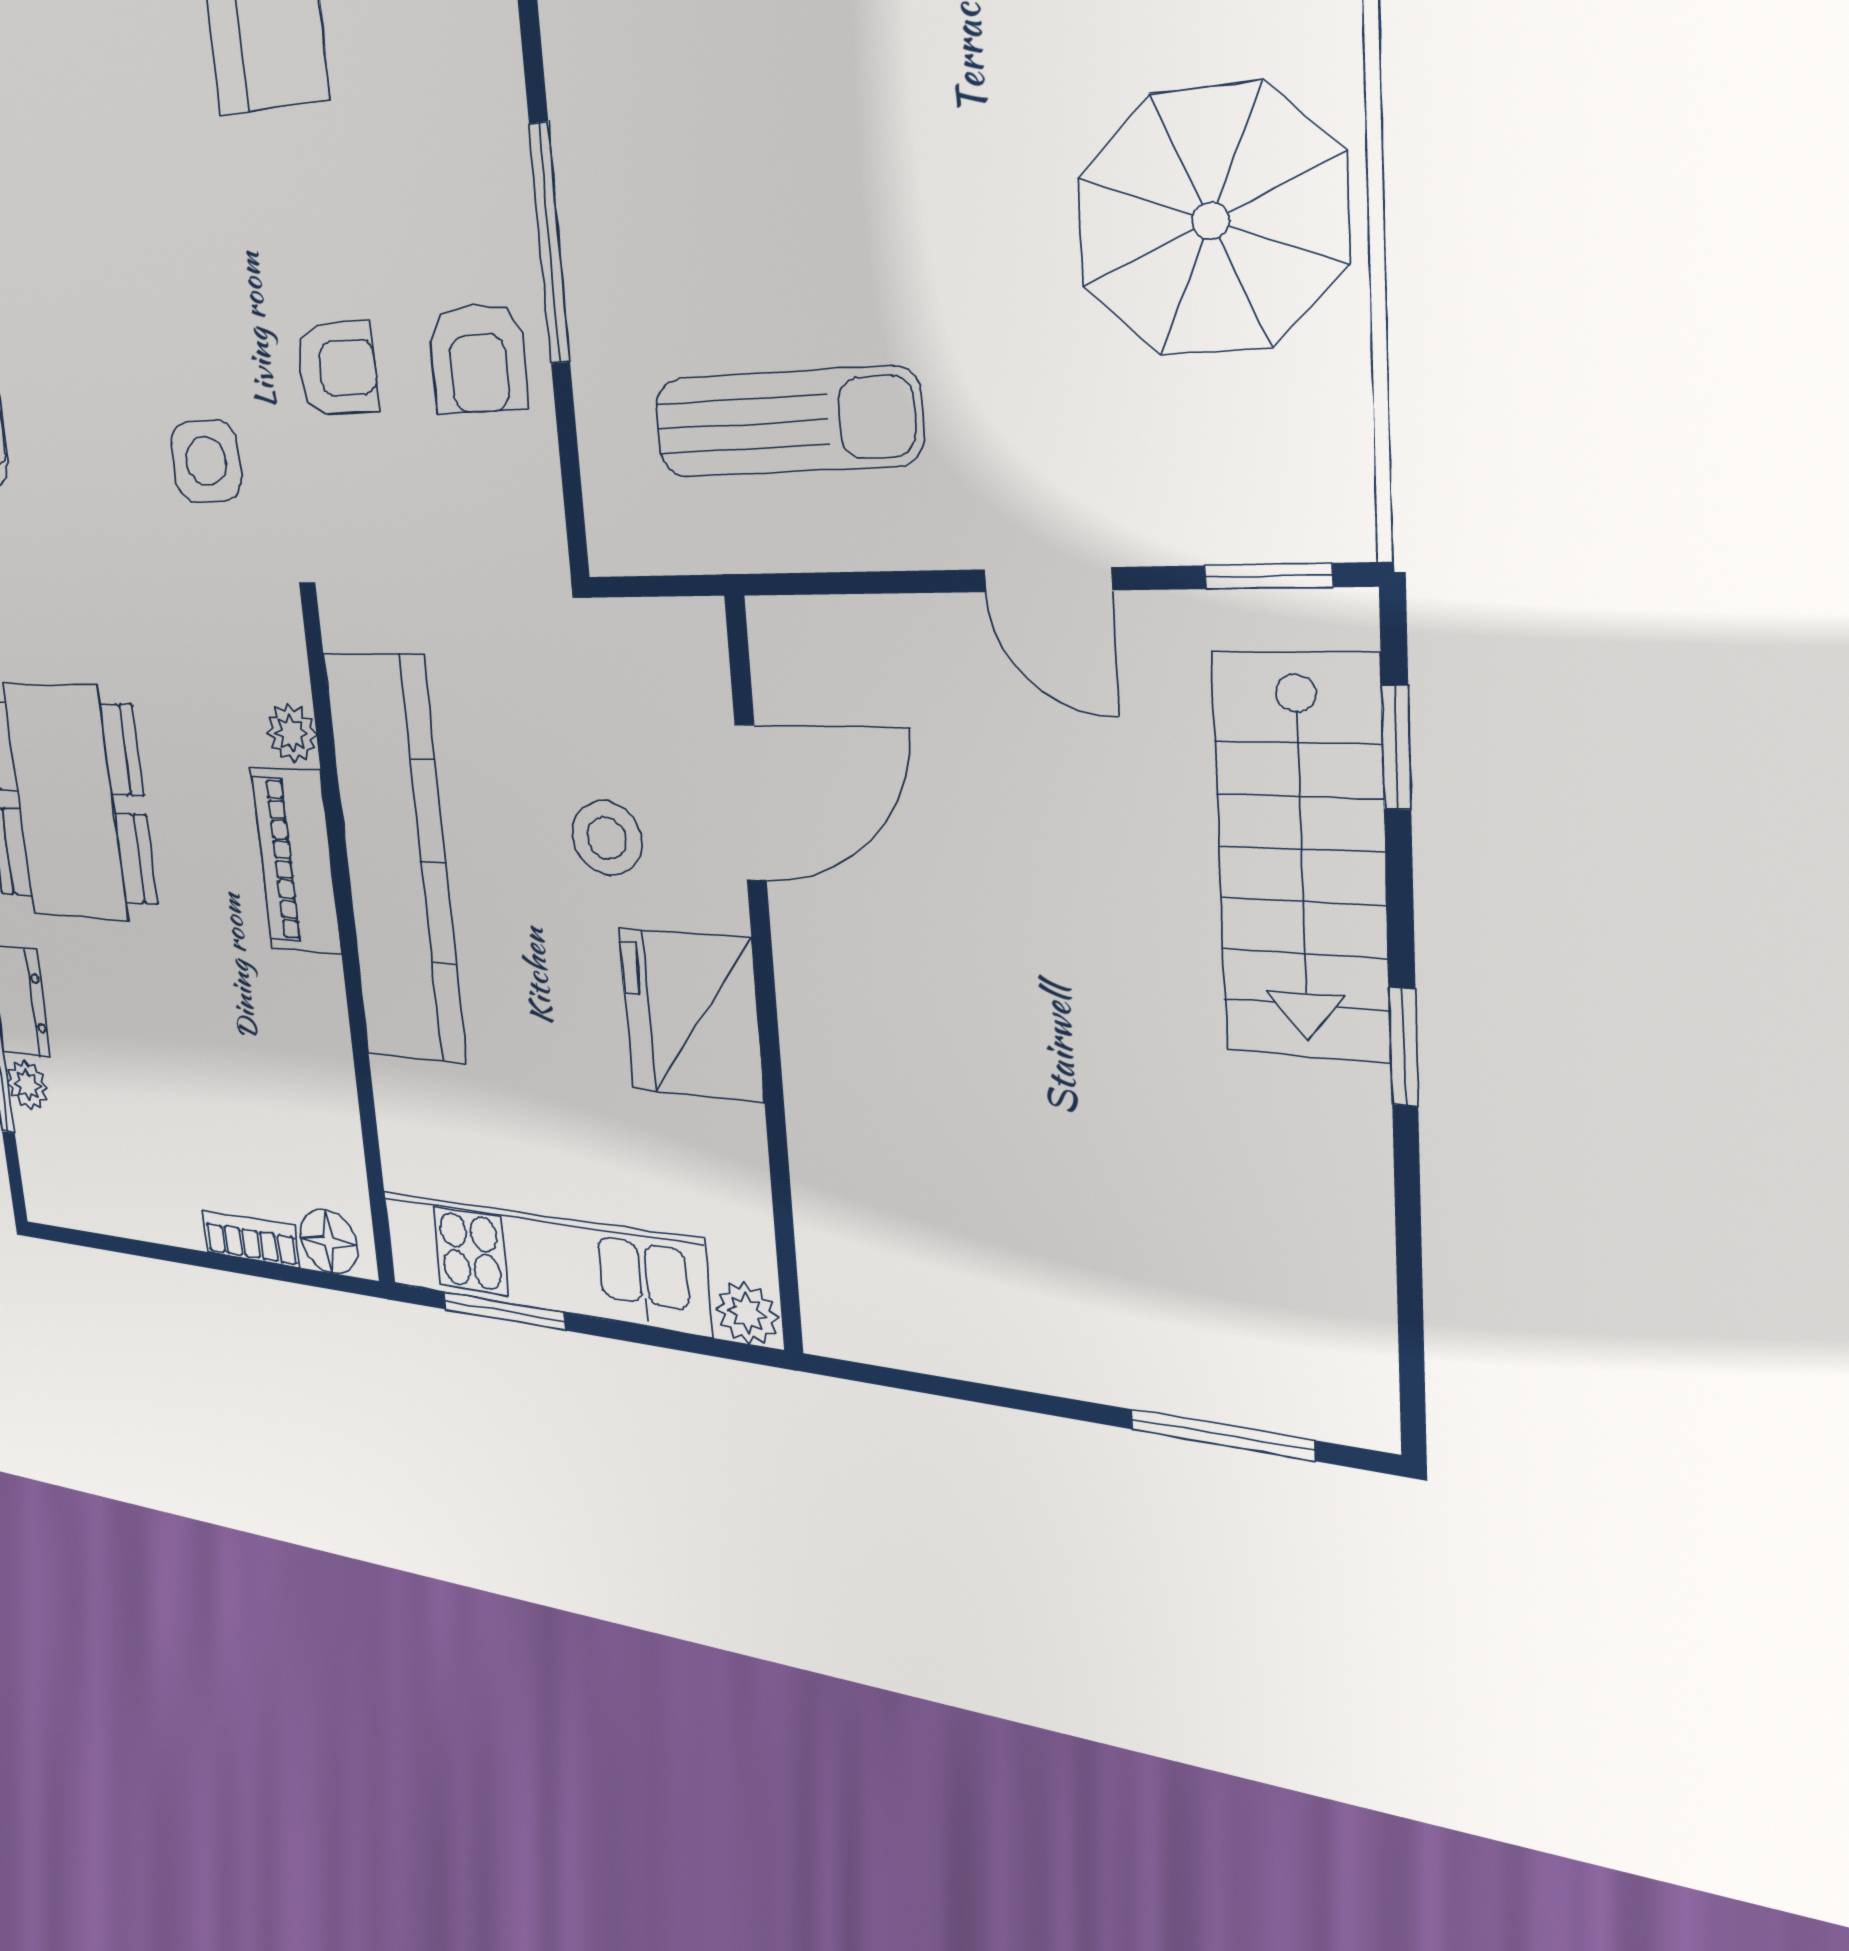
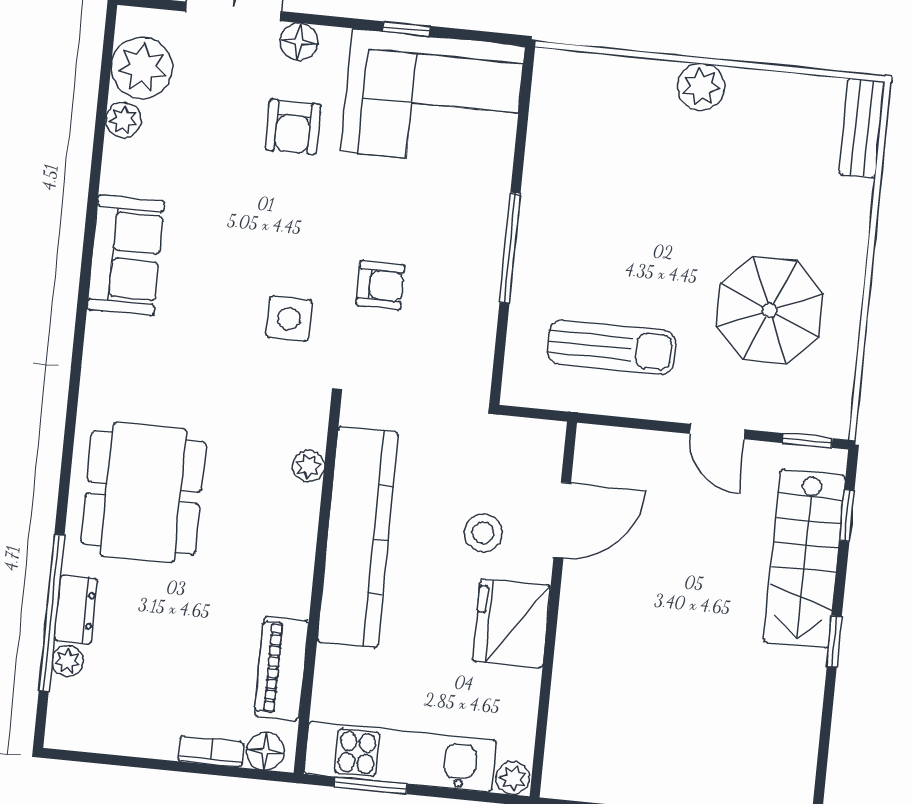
parasol: (1211, 221) -> (770, 310), moved
armchair: (478, 358) -> (293, 127), moved
piano: (296, 860) -> (282, 668), moved

